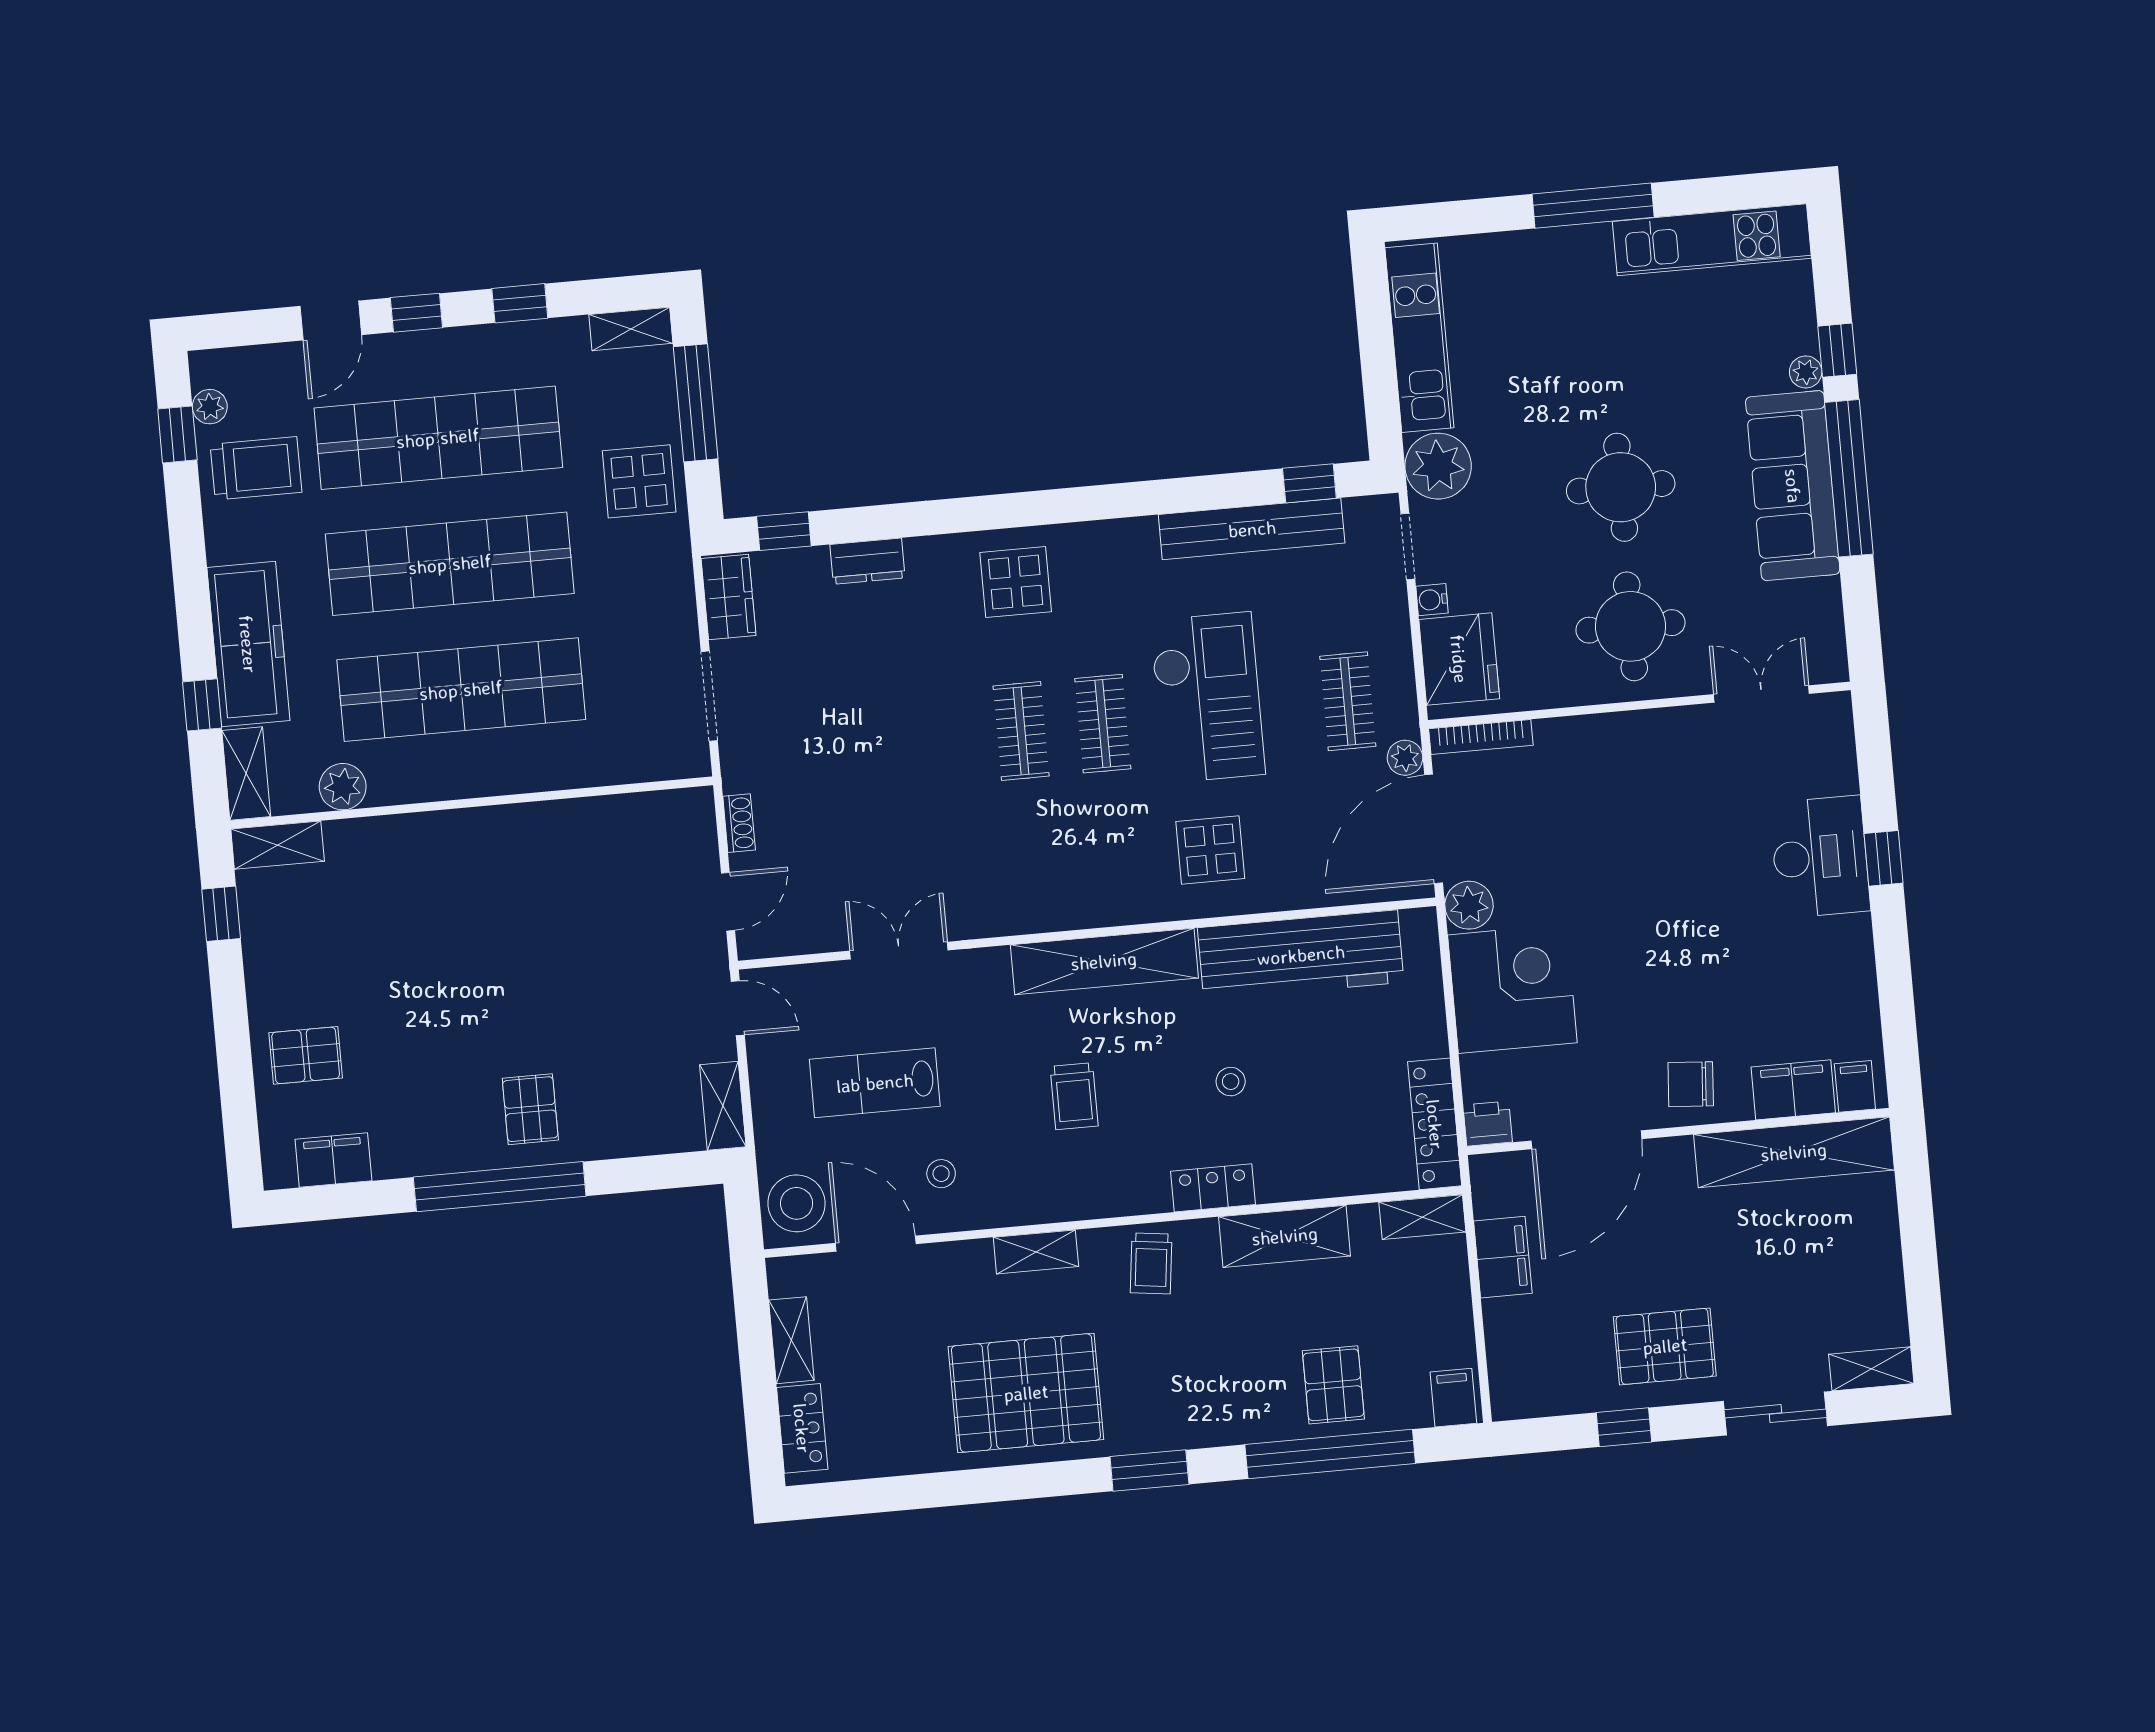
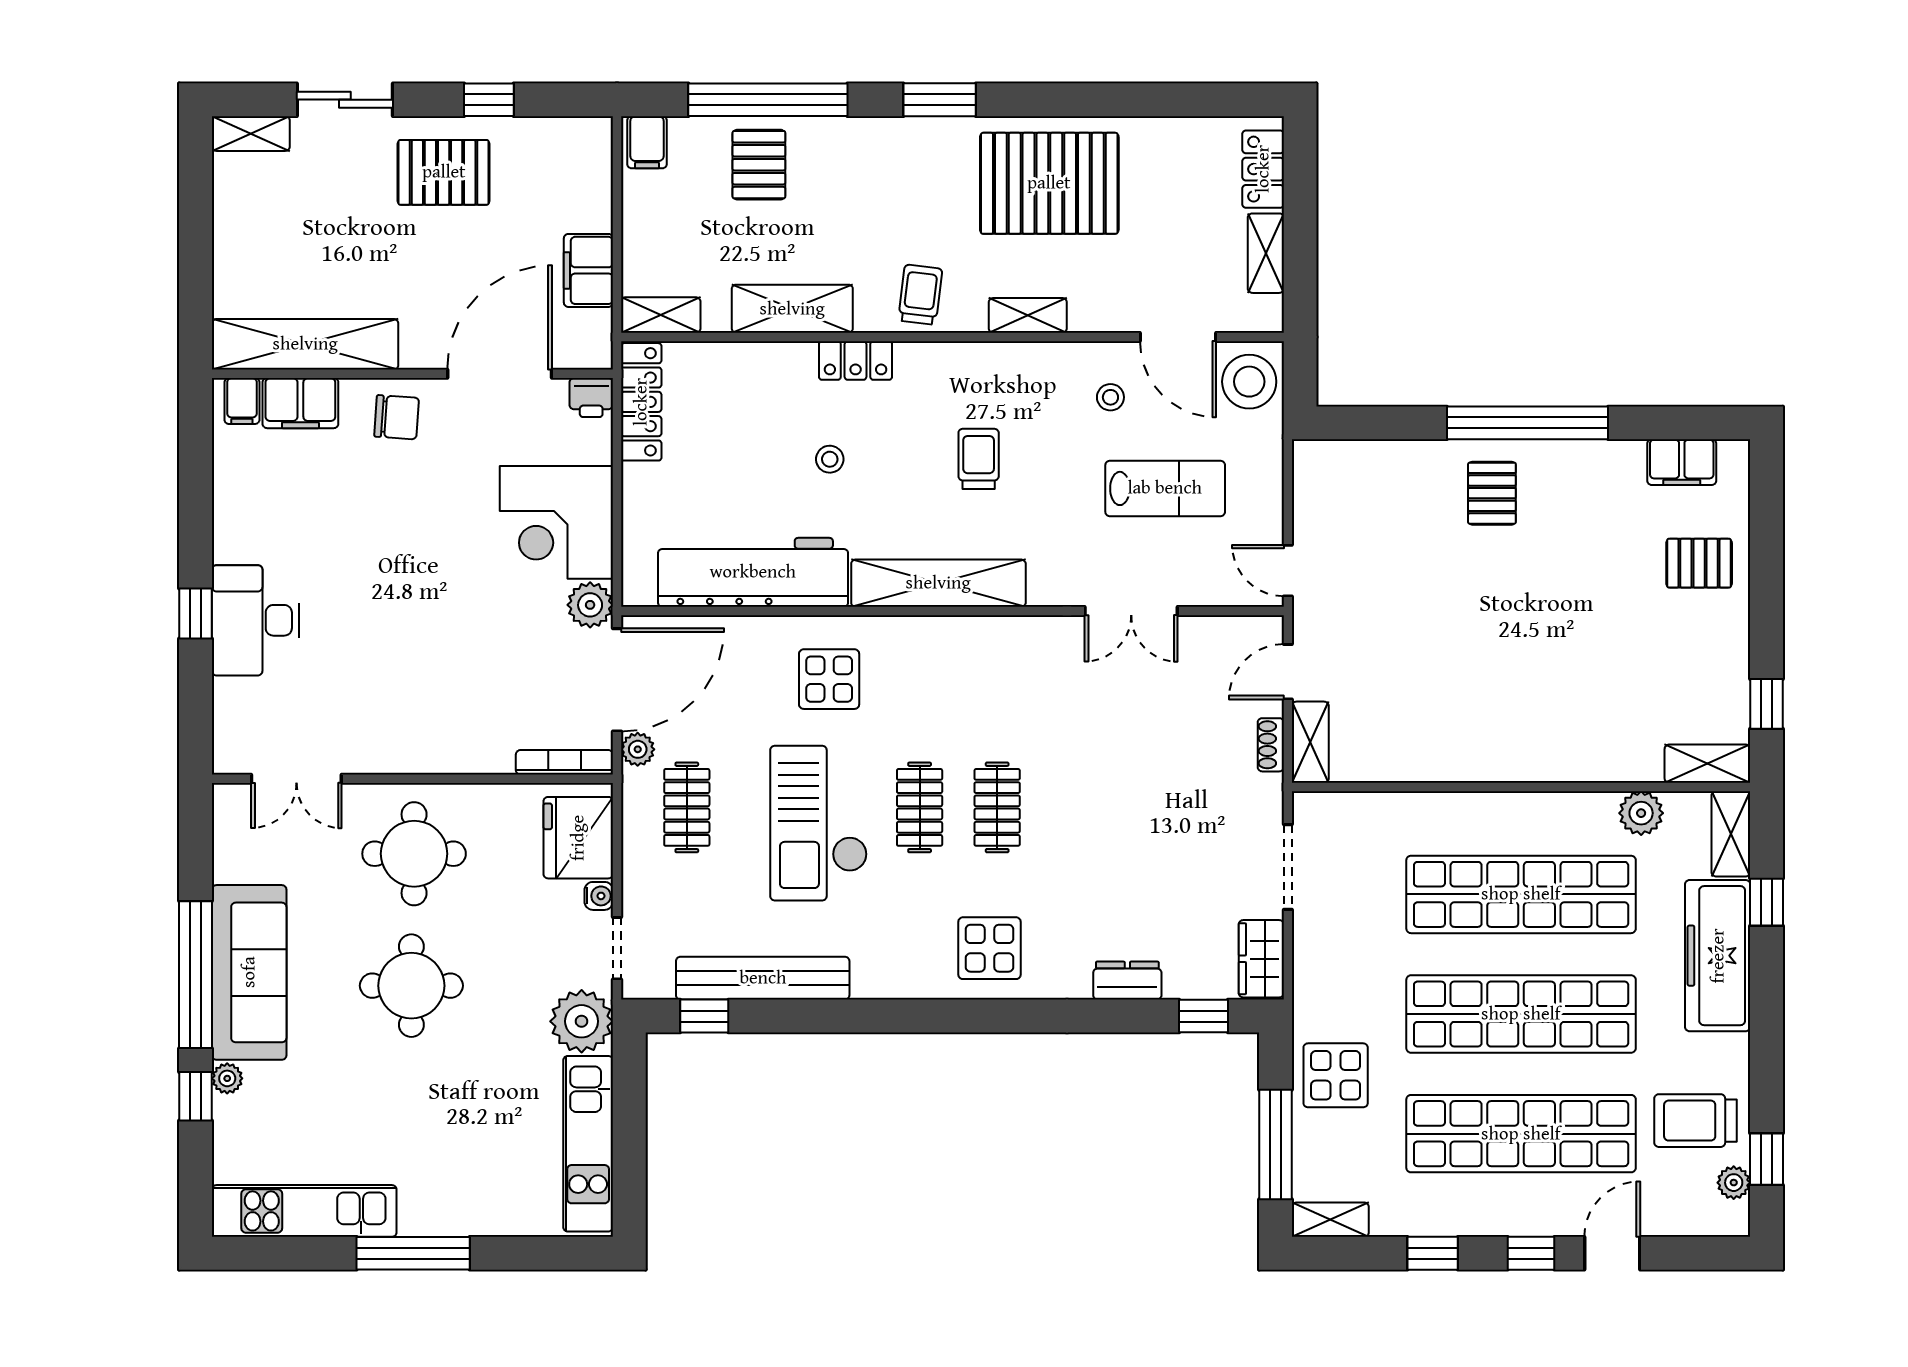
shelving: (723, 1106) -> (1310, 742), moved

